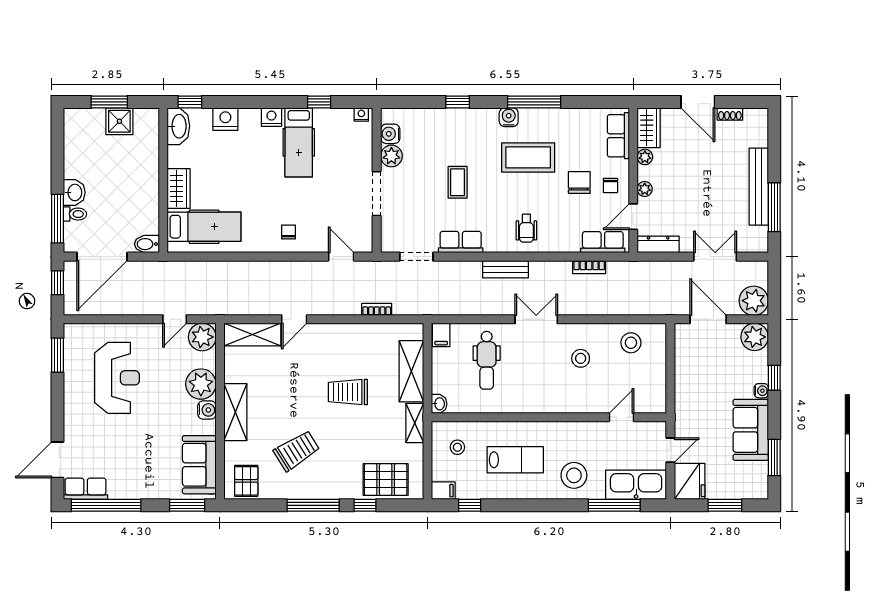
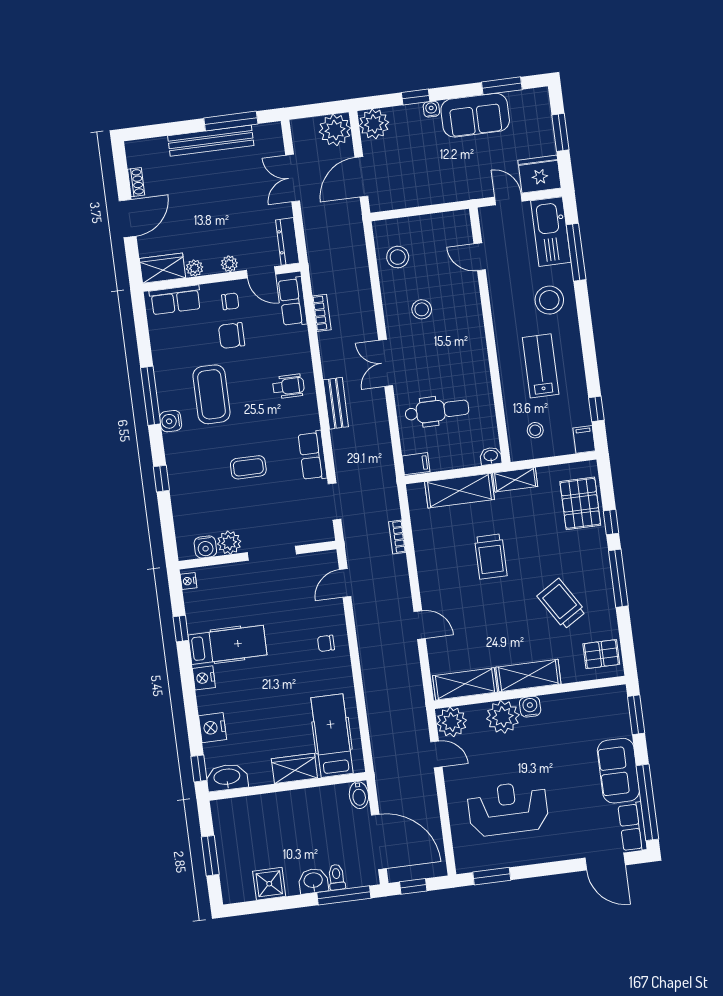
shower: (119, 121) -> (269, 884), moved
shelving: (252, 335) -> (465, 684), moved, turned 90
sofa: (199, 465) -> (618, 771), moved, turned 90

